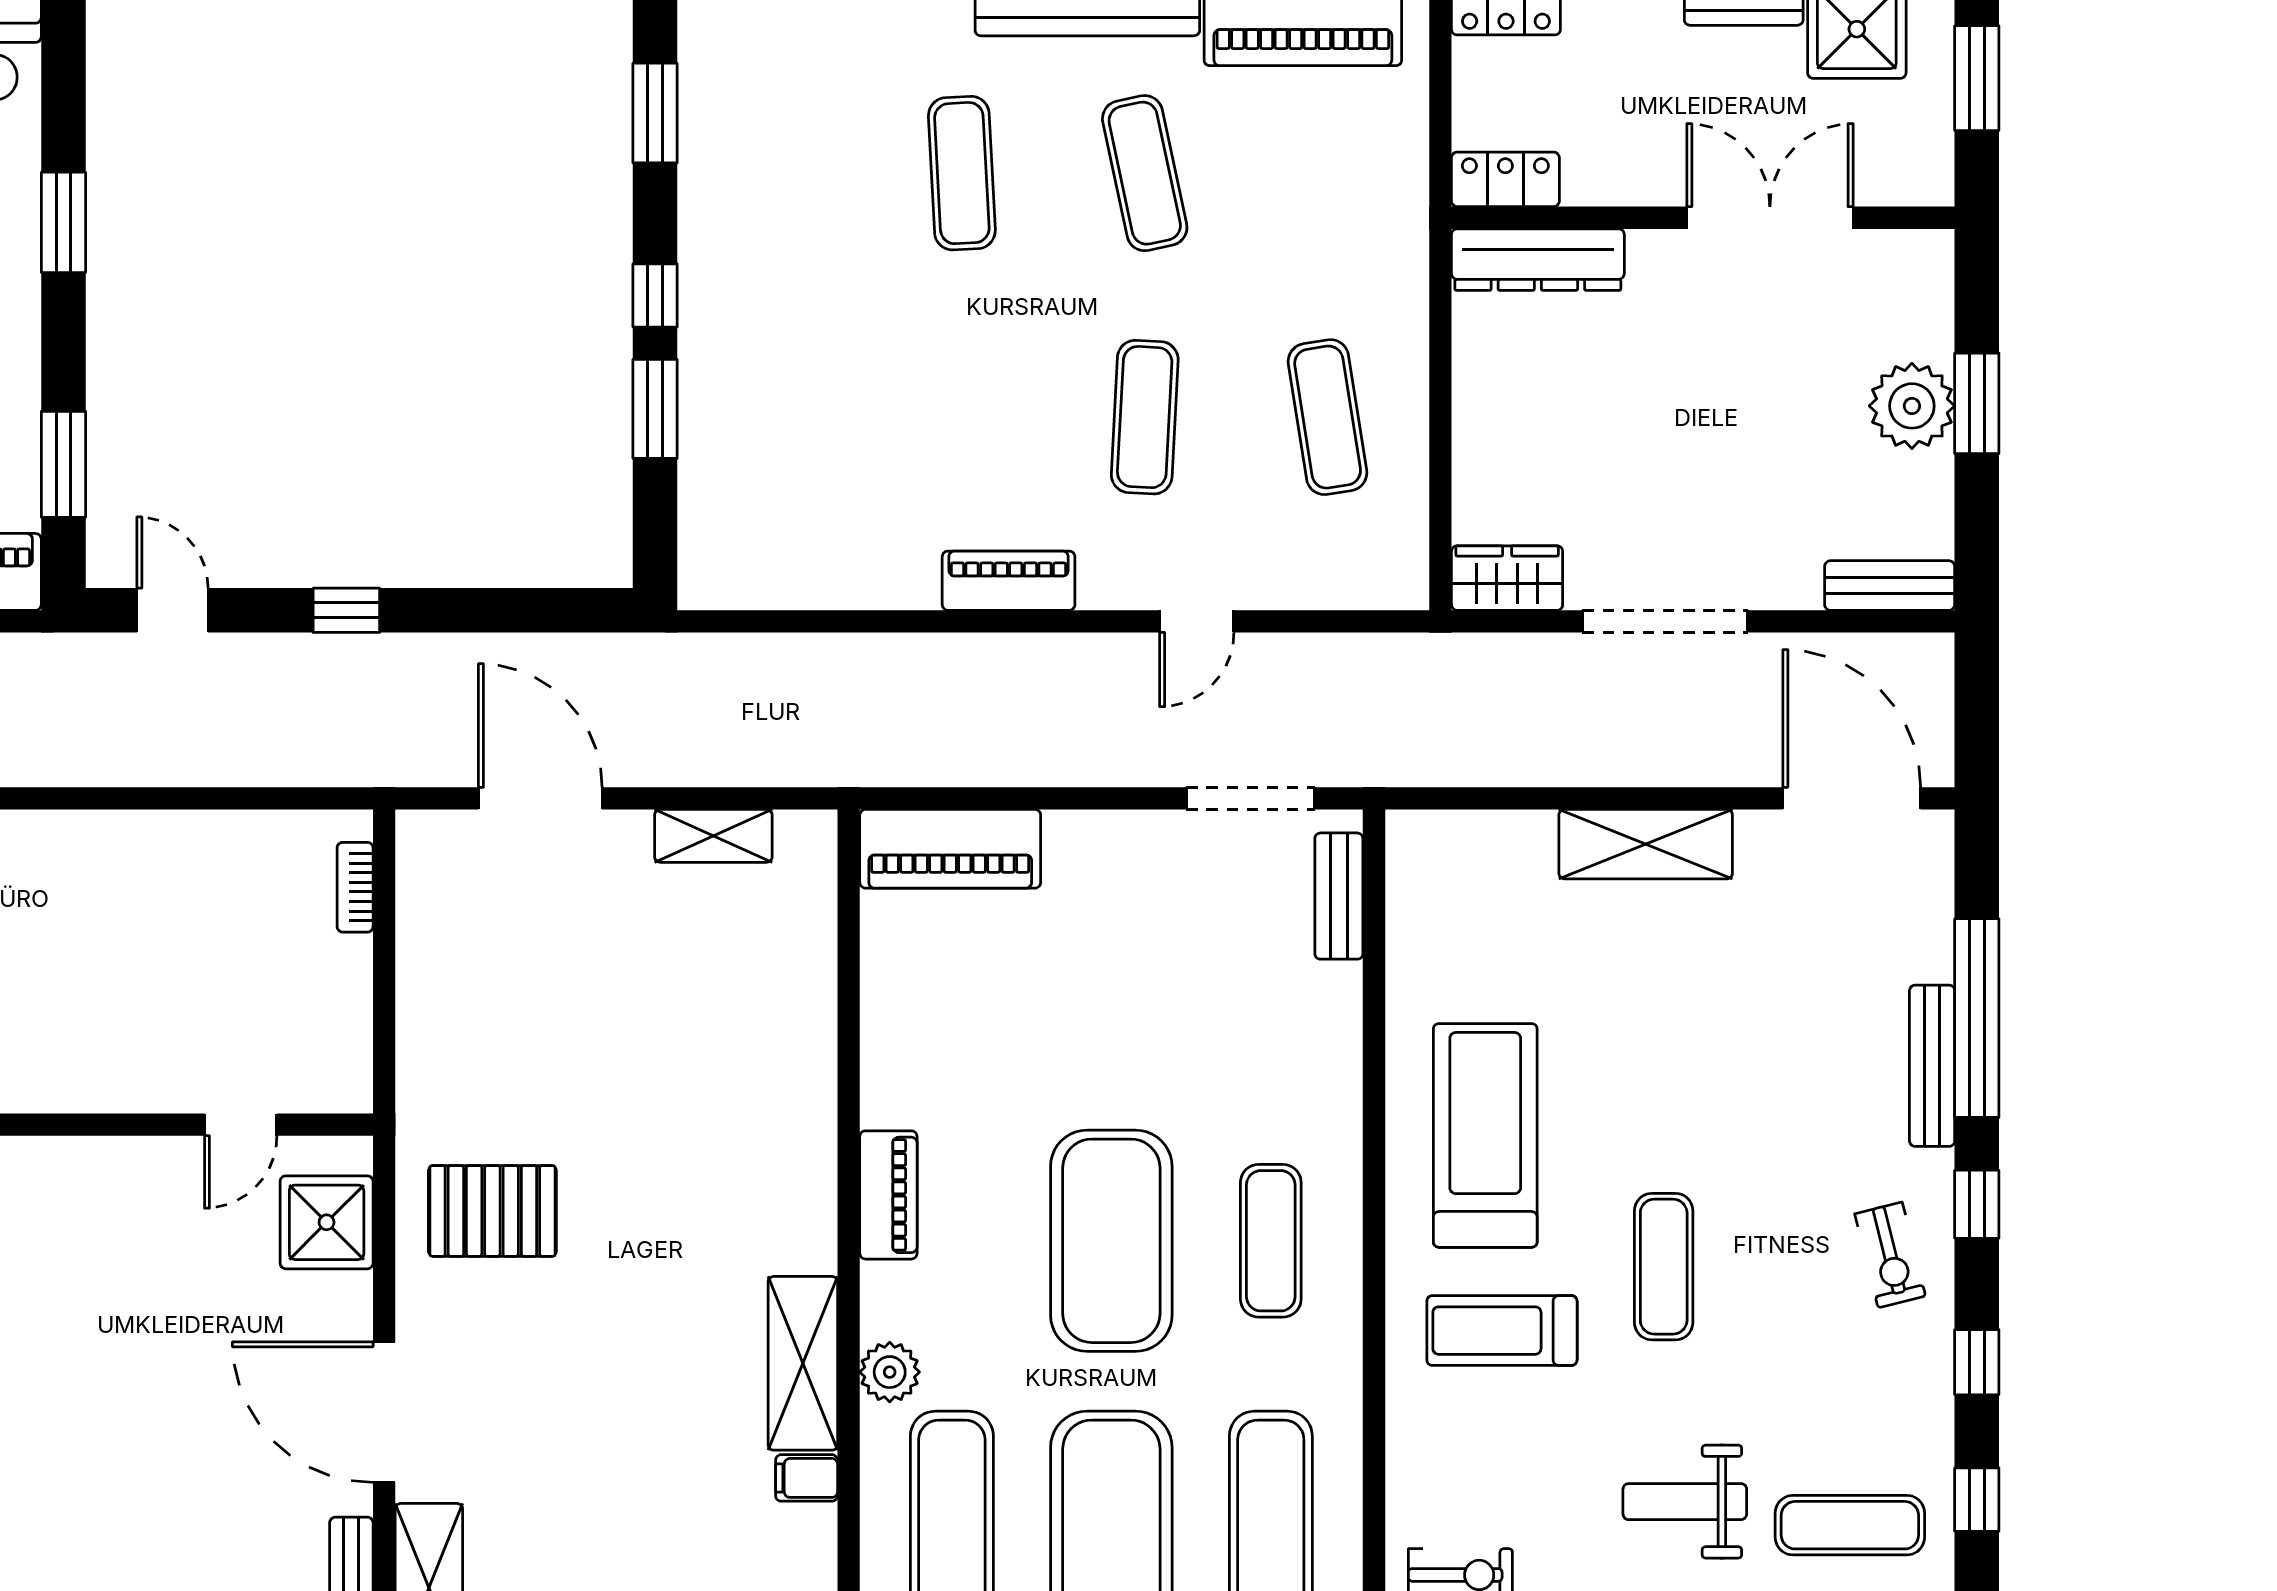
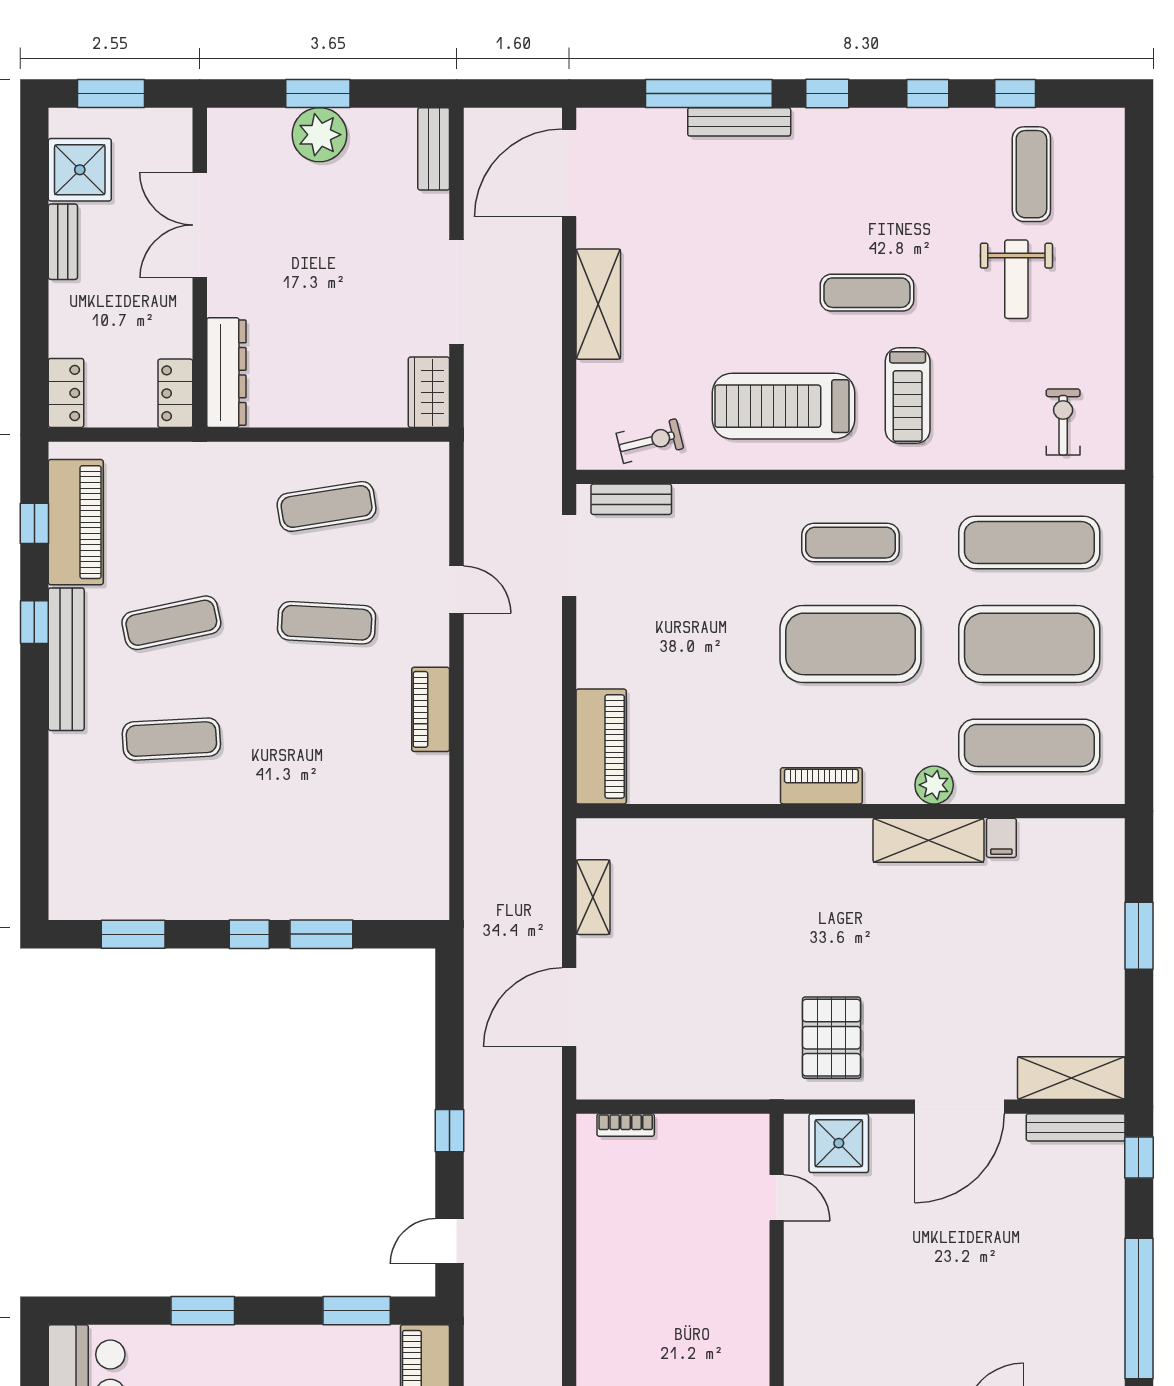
exercise bike: (1890, 1255) -> (650, 441), moved

